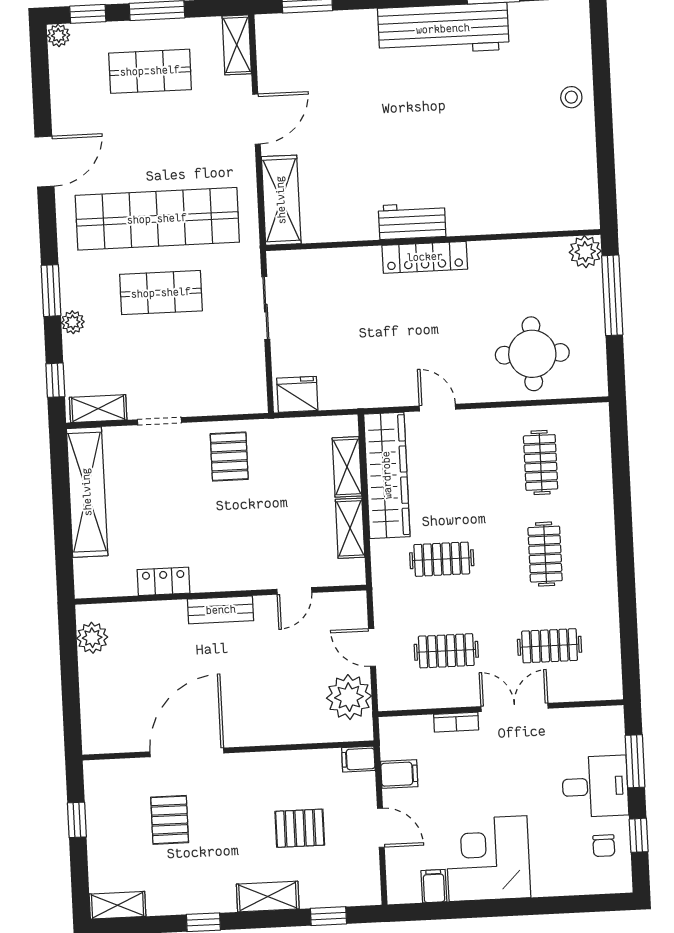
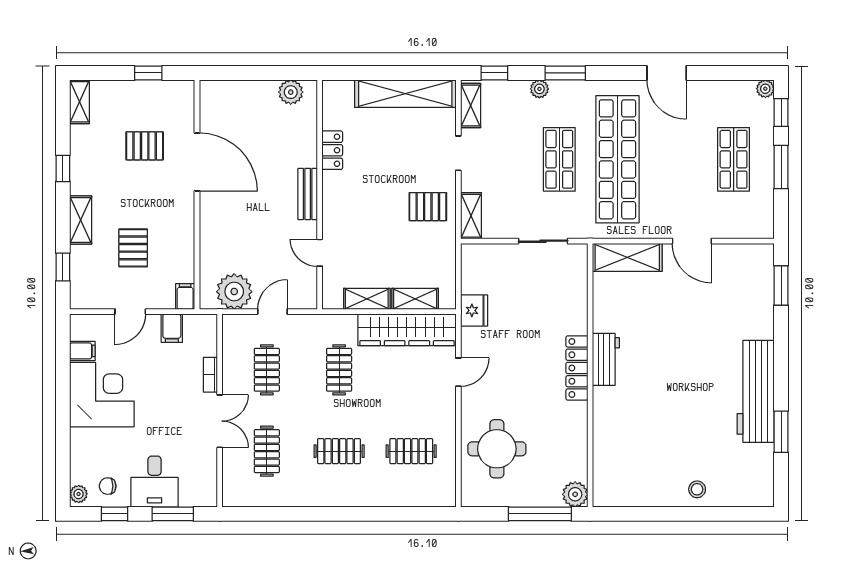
shelving: (237, 45) -> (471, 216), moved, turned 90
fridge: (297, 394) -> (474, 310), moved
plant: (616, 882) -> (79, 494), added

